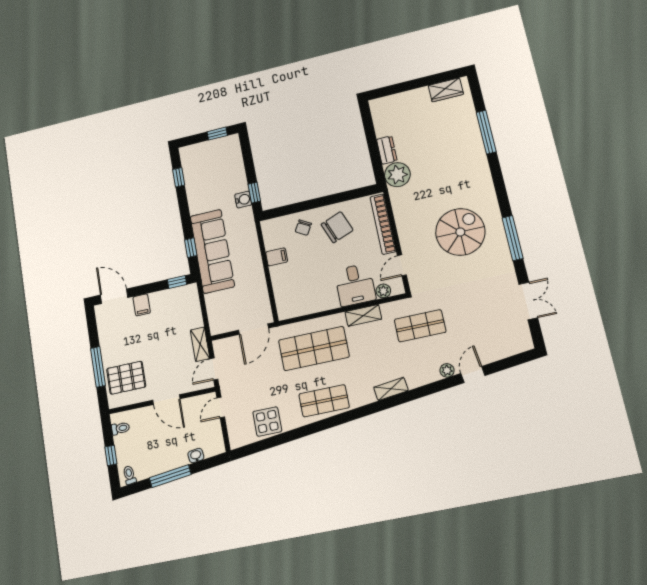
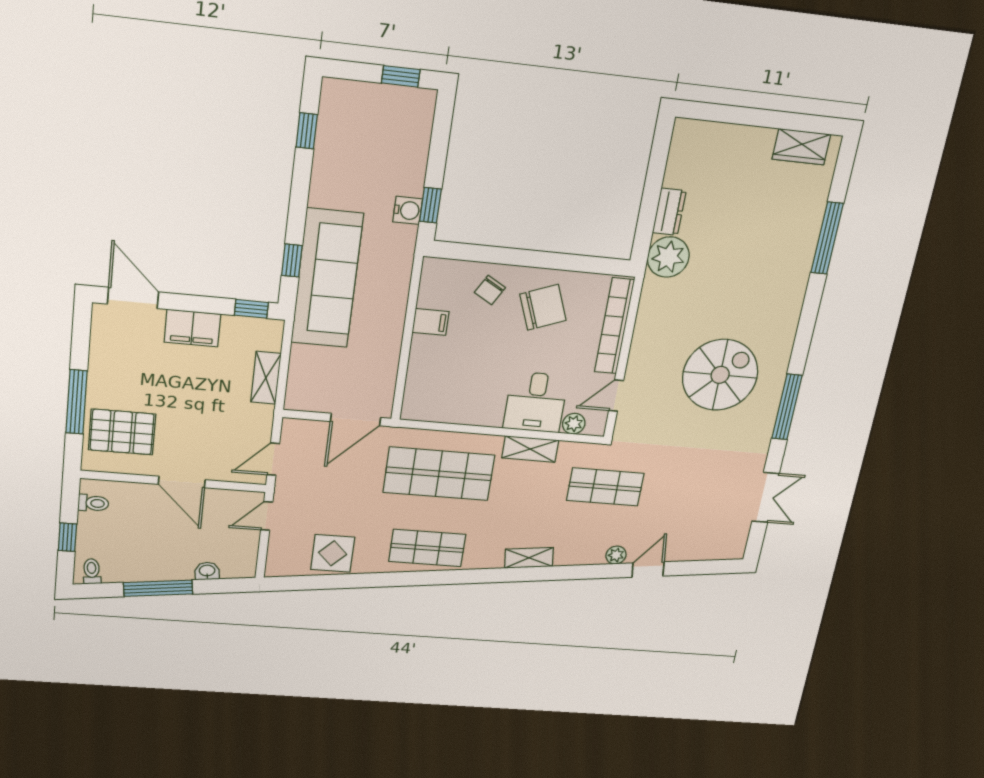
filing cabinet: (142, 305) -> (192, 328), width x2.00
shelving: (200, 344) -> (266, 378), moved

